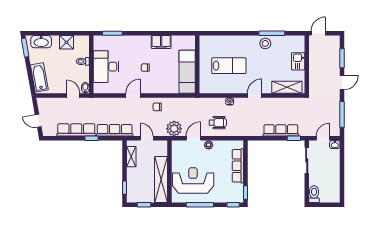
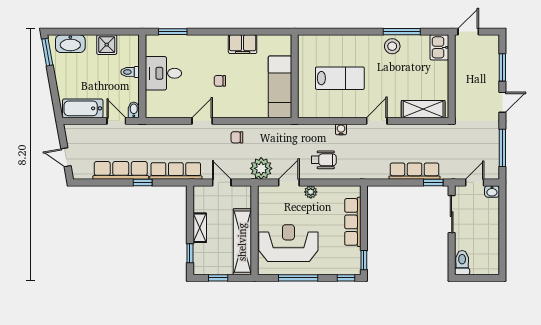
kitchen sink: (298, 61) -> (439, 47), moved
desk: (106, 67) -> (163, 73), width x0.73
bathtub: (39, 77) -> (83, 108), moved, turned -80
shelving: (131, 157) -> (200, 228), moved

